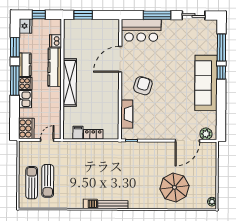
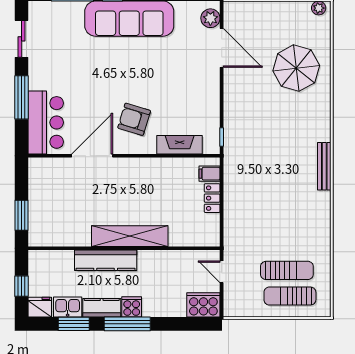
dishwasher: (55, 41) -> (63, 259), removed
door: (120, 59) -> (92, 156), swing flipped
kitchen sink: (25, 99) -> (68, 307), moved
filing cabinet: (78, 133) -> (210, 174), moved
barbecue: (90, 204) -> (323, 202), removed

